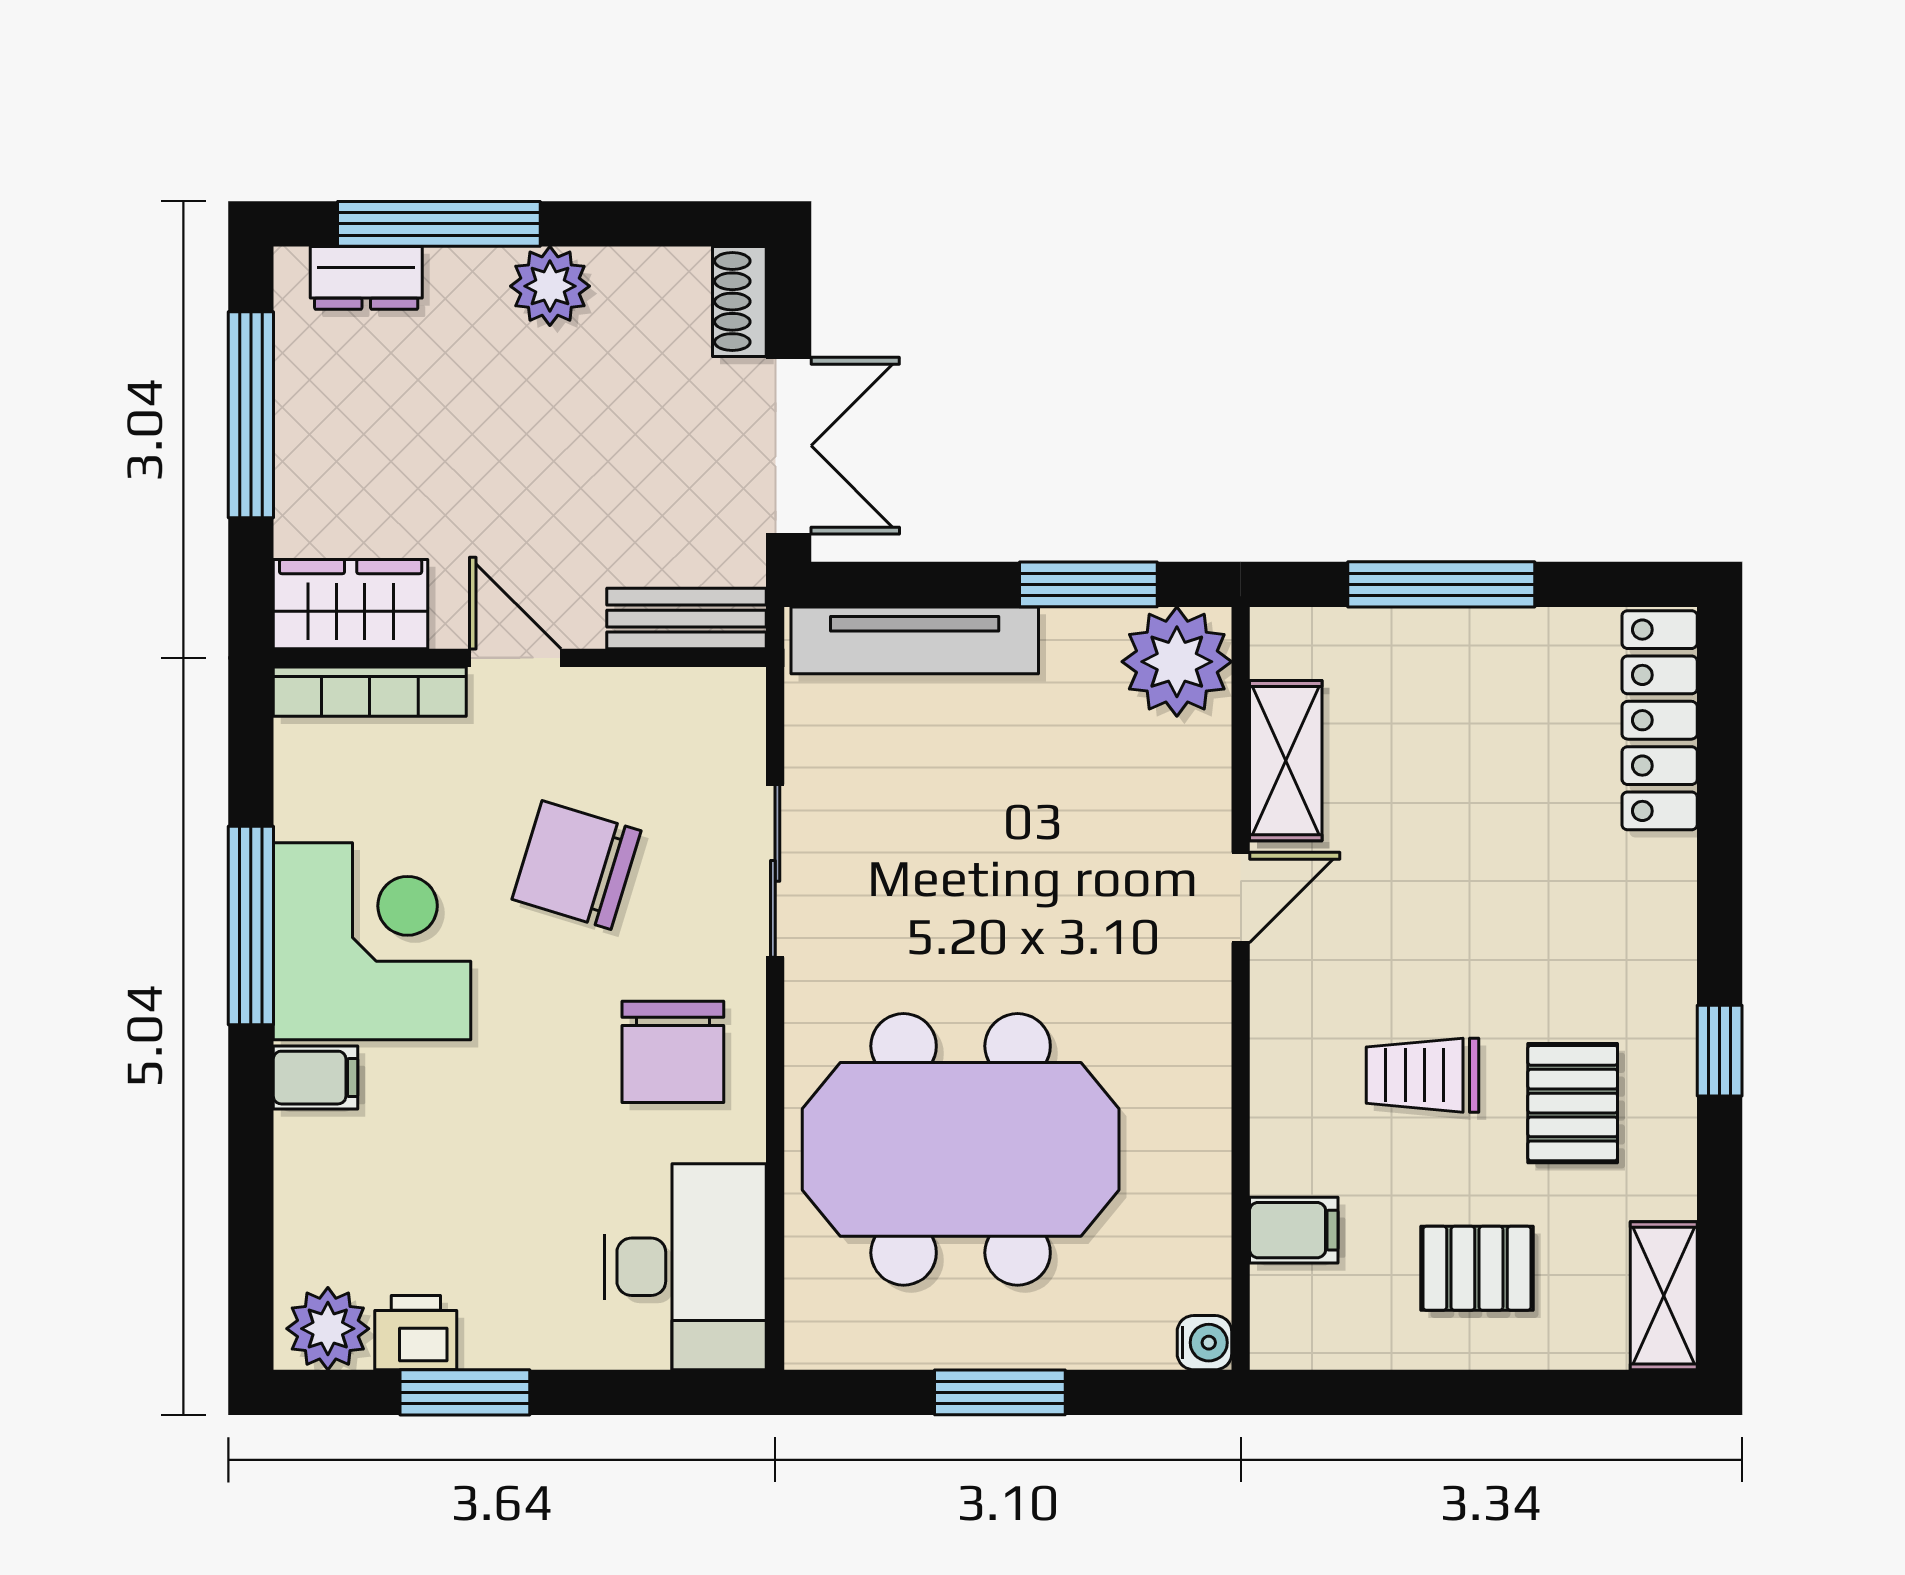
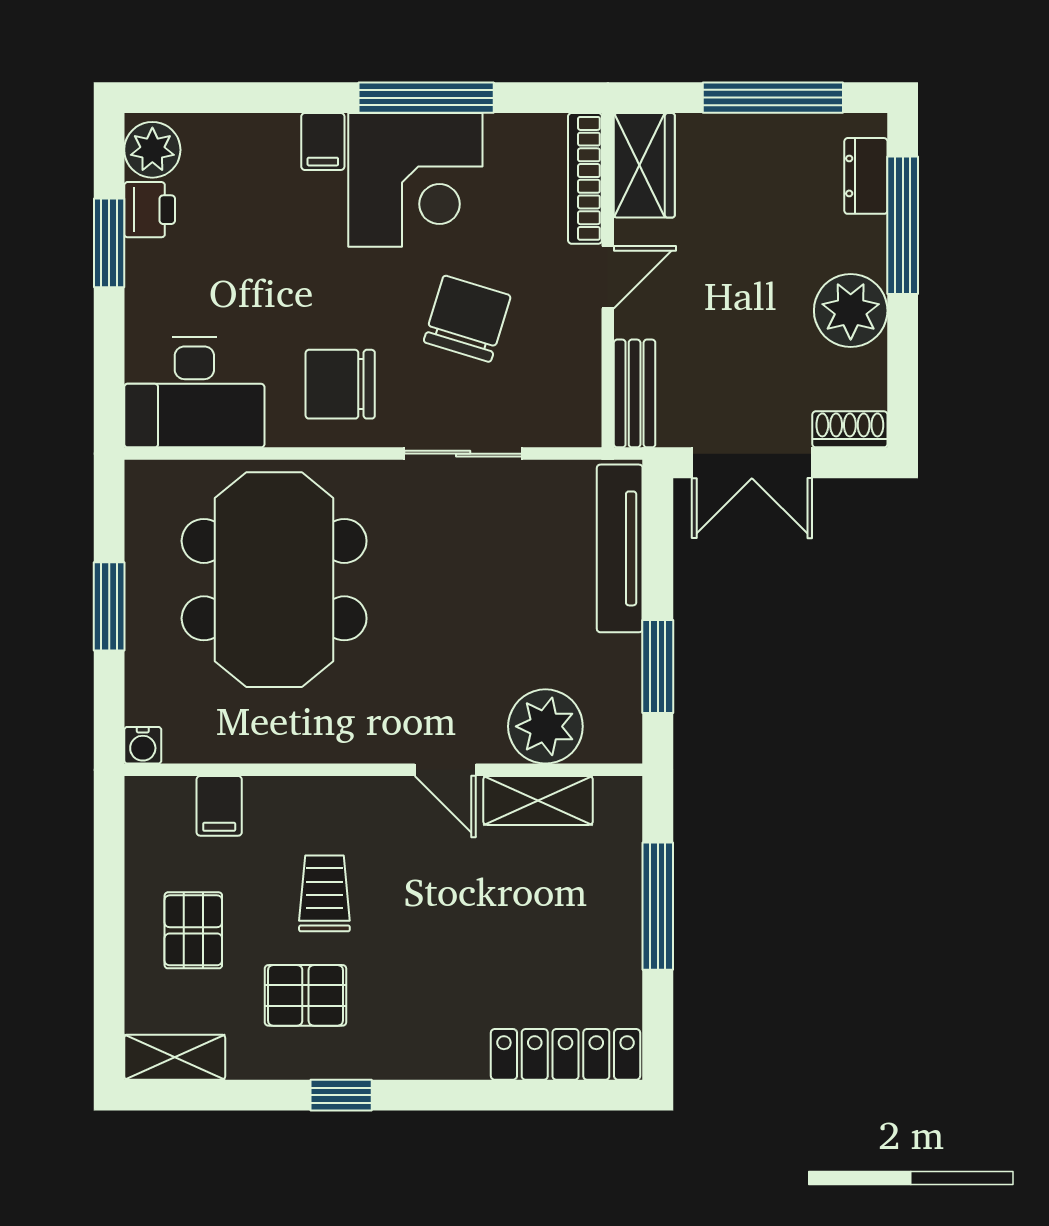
plant: (550, 286) -> (851, 311), width x1.36, depth x1.36
plant: (1177, 662) -> (545, 726), moved

